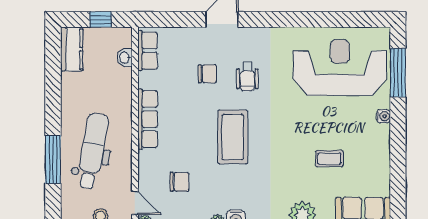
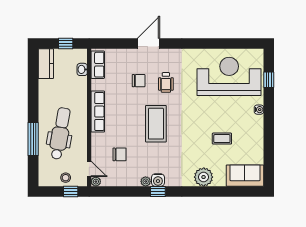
window: (398, 73) -> (269, 80), width x0.46

